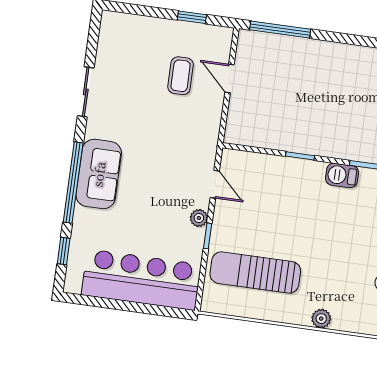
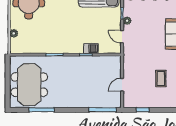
coffee table: (181, 76) -> (161, 78), moved
door: (230, 79) -> (122, 85), swing flipped
barbecue: (342, 175) -> (91, 49), moved

